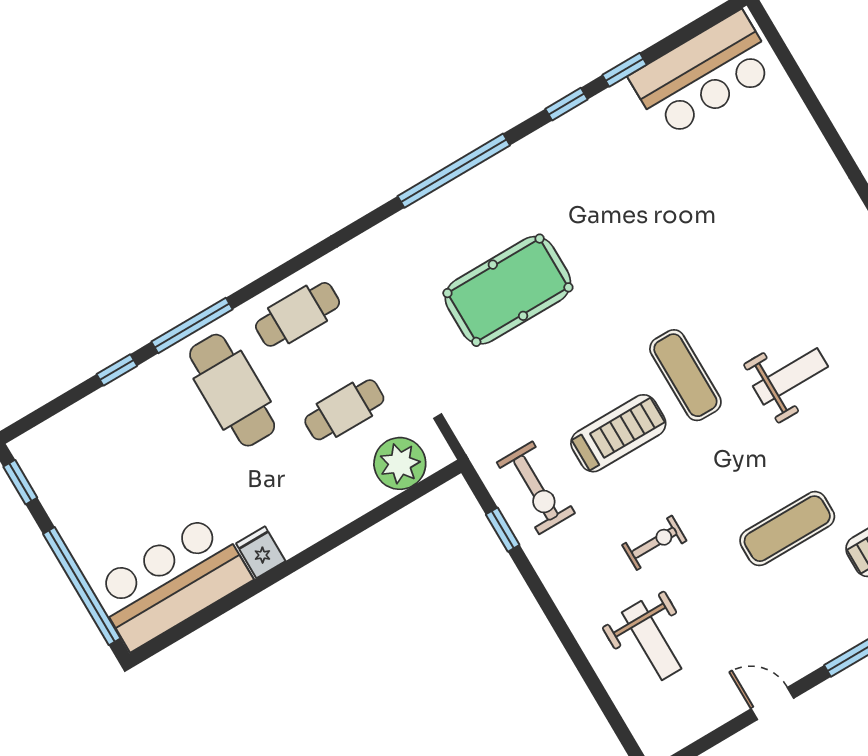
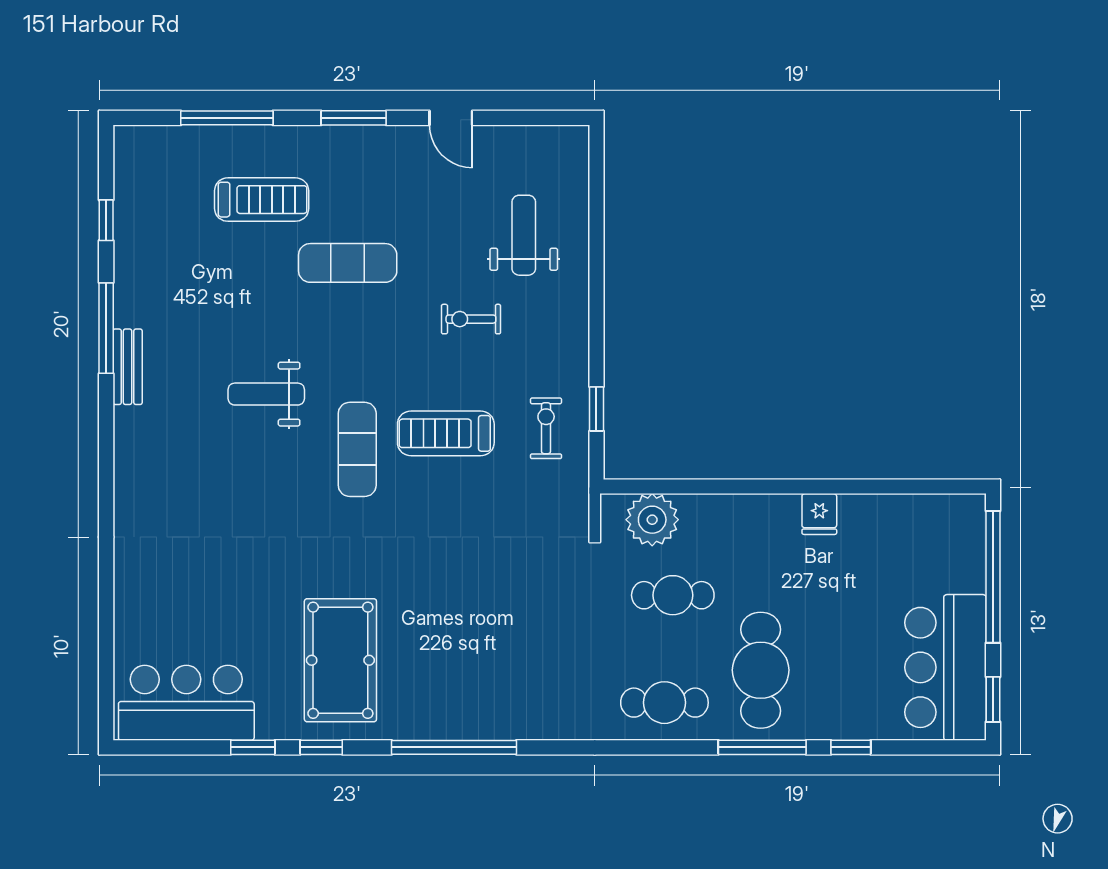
pool table: (508, 290) -> (340, 660), moved, turned 90
exercise bike: (536, 488) -> (546, 428), width x0.73, depth x0.72
bar counter: (172, 582) -> (945, 667), moved, turned 90

